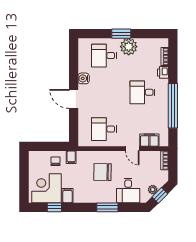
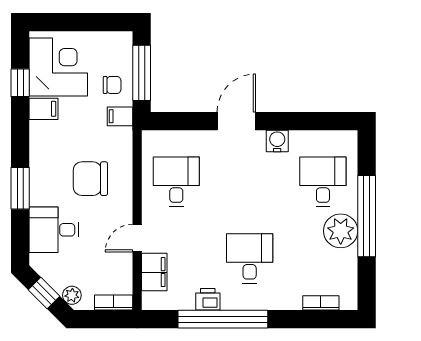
window: (121, 34) -> (367, 216), width x2.11
printer: (163, 72) -> (208, 299), moved
window: (49, 146) -> (142, 73), added
chair: (102, 172) -> (90, 179), turned -91
plant: (153, 190) -> (72, 295), moved

